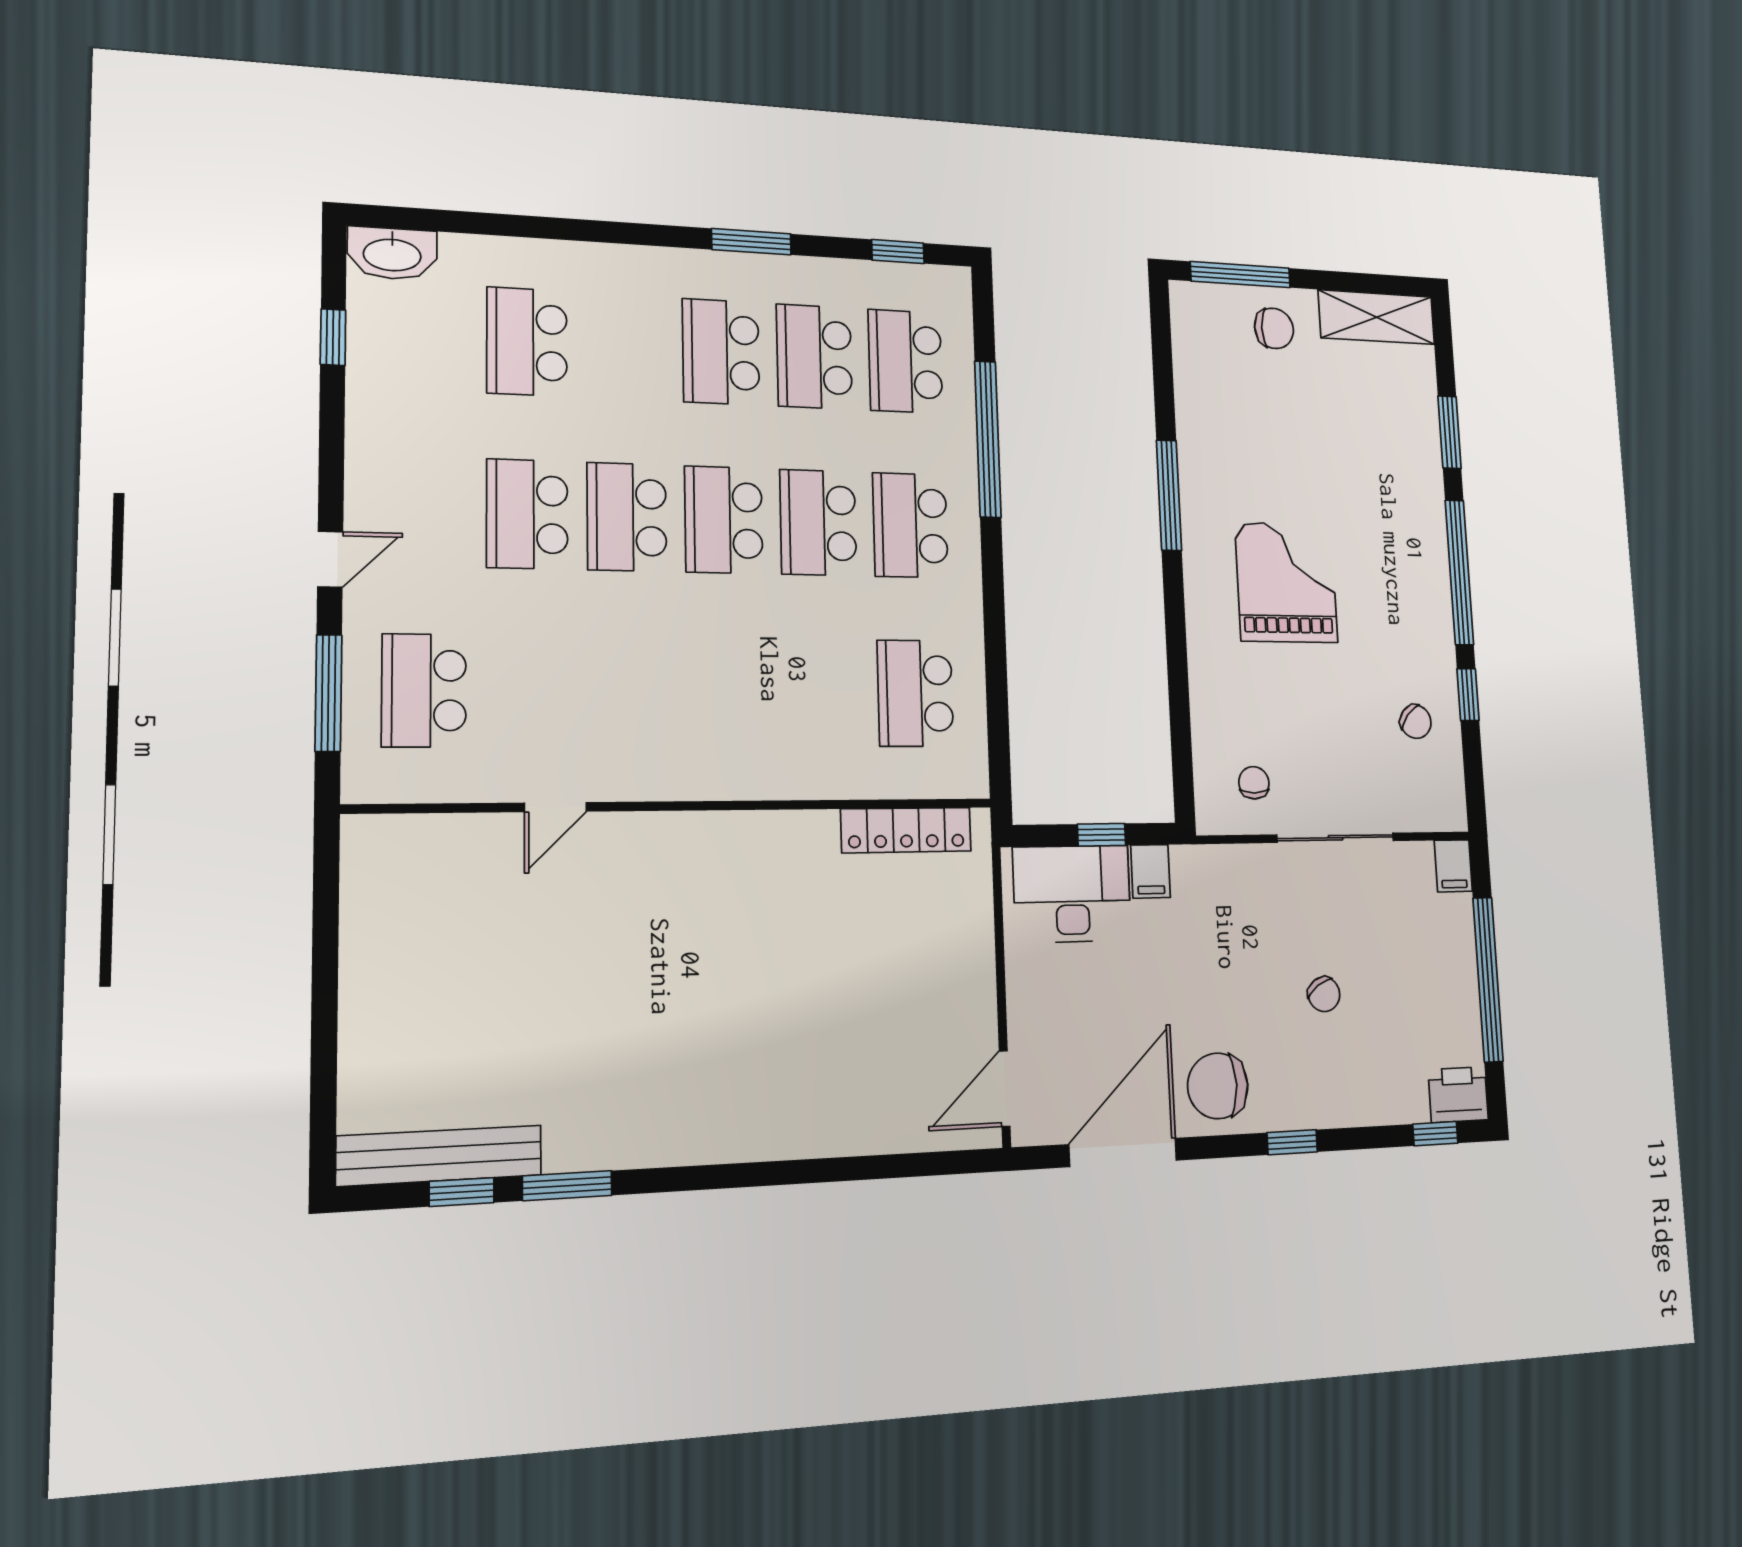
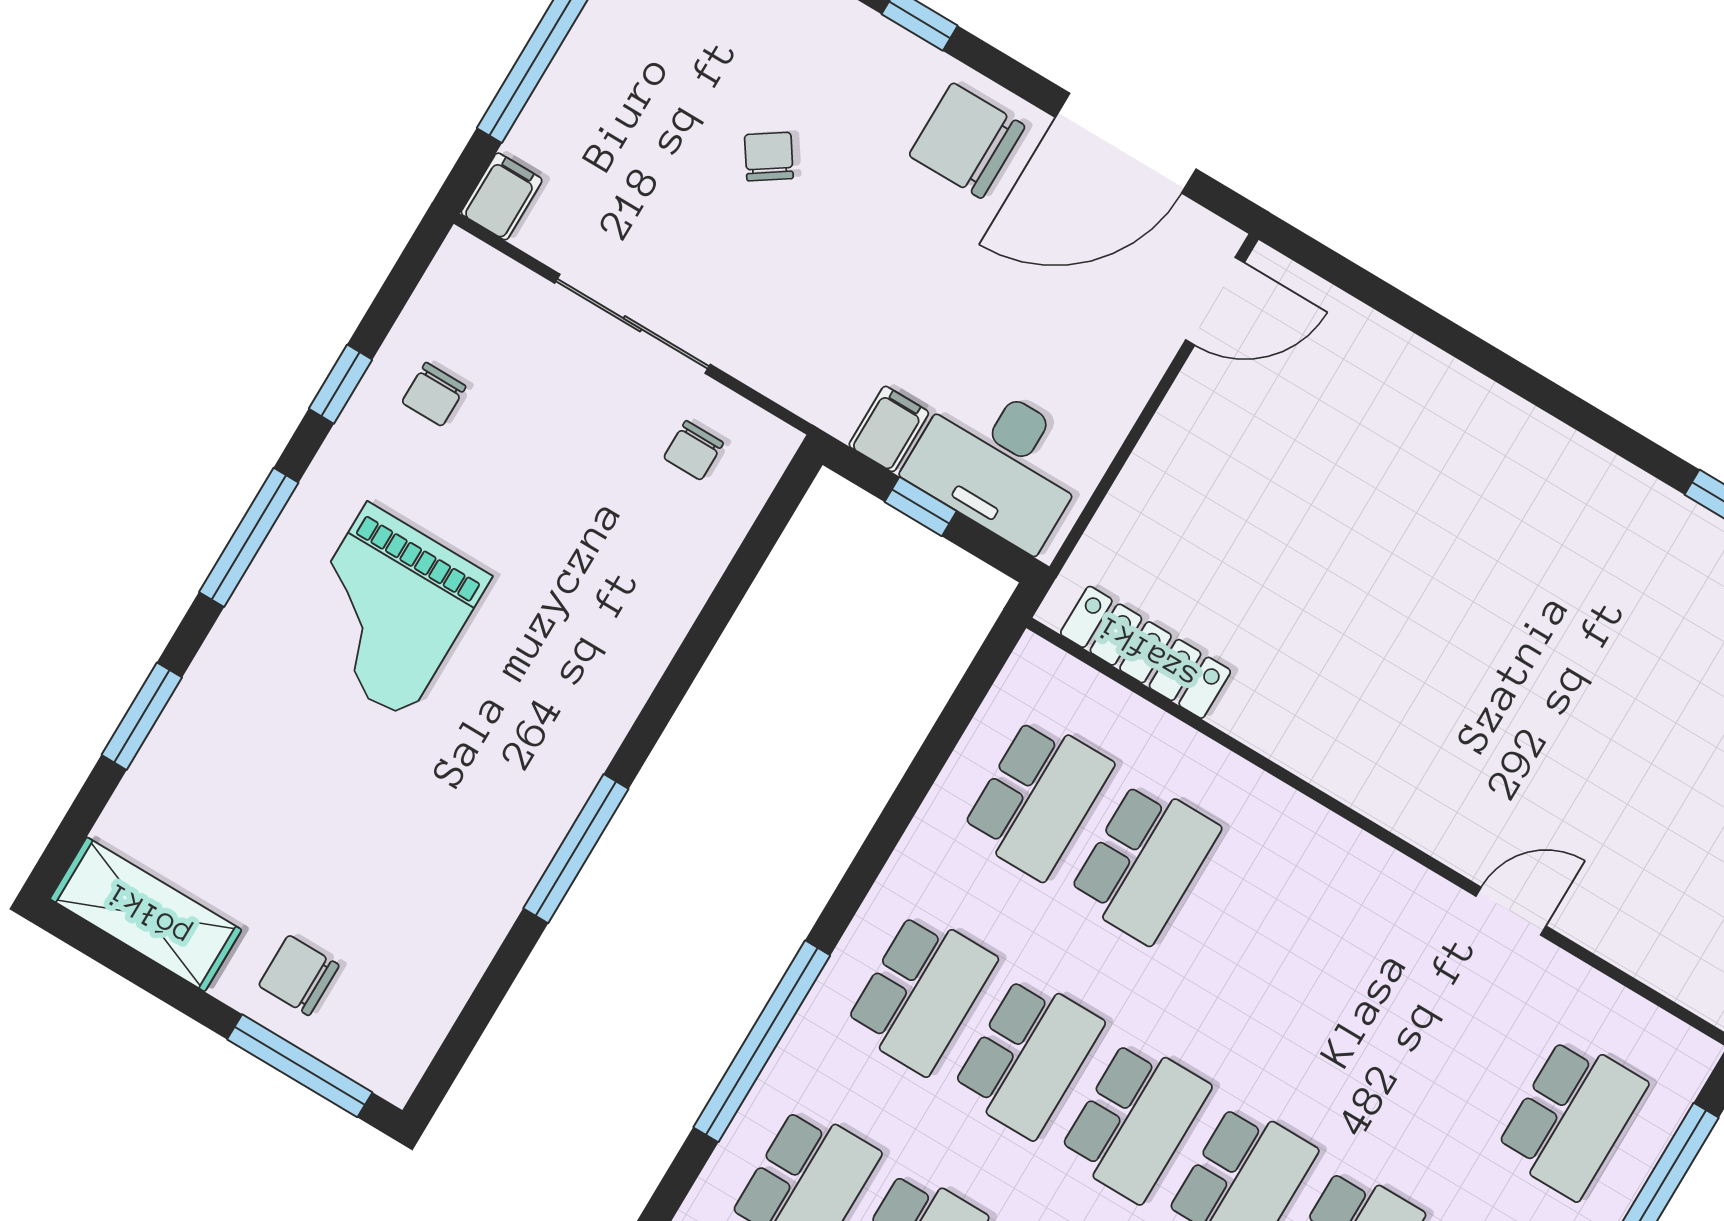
window: (1459, 572) -> (249, 537), width x0.68
grand piano: (1286, 582) -> (387, 611), moved
school desk: (822, 693) -> (1144, 862), added
chair: (1416, 722) -> (434, 394), turned -129
chair: (1218, 1086) -> (967, 141), turned 180

